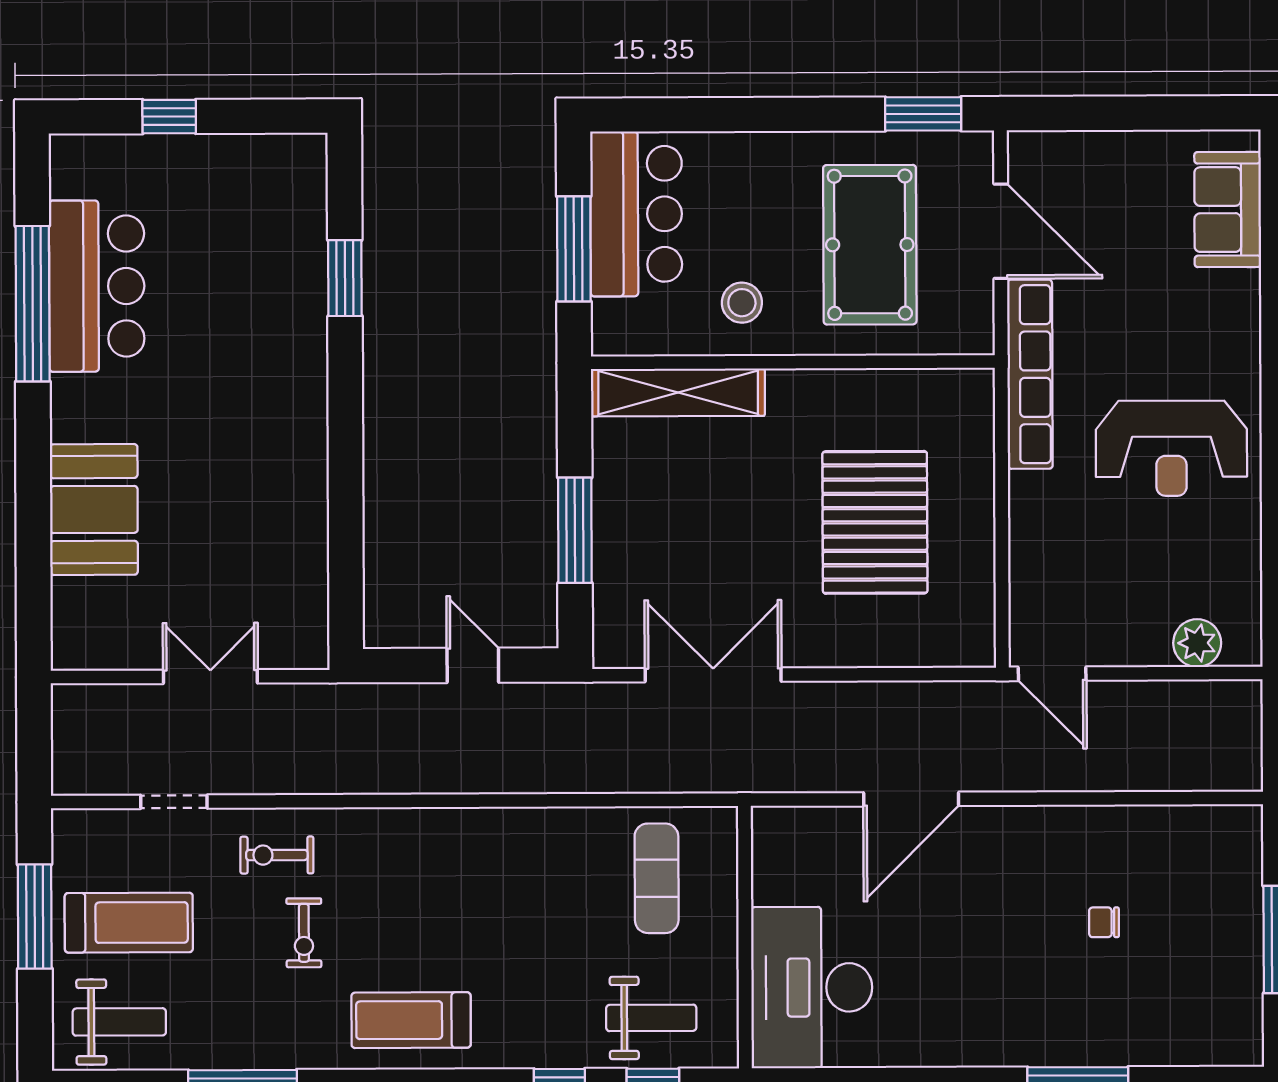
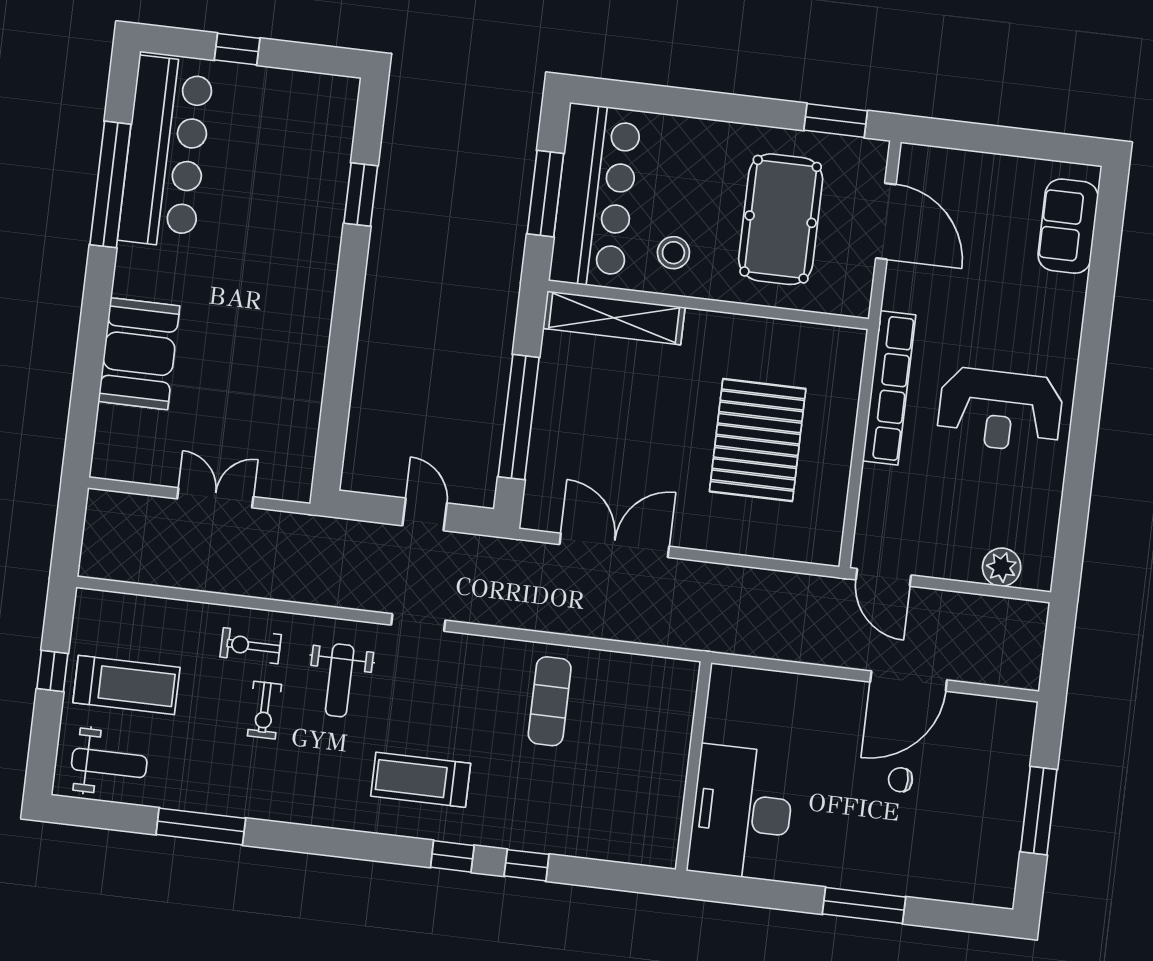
bar counter: (636, 214) -> (595, 196), width x1.36
bar counter: (97, 286) -> (166, 152), width x1.36
row of seats: (1030, 374) -> (889, 388), moved
window: (575, 530) -> (519, 417), width x1.46
door: (911, 799) -> (909, 681), moved
doorway: (174, 802) -> (418, 623), moved
window: (35, 917) -> (52, 671), width x0.46
wall: (745, 937) -> (693, 766), moved
desk: (812, 987) -> (742, 813), moved
weight bench: (651, 1018) -> (340, 680), moved, turned 90
treadmill: (411, 1020) -> (421, 780), moved

